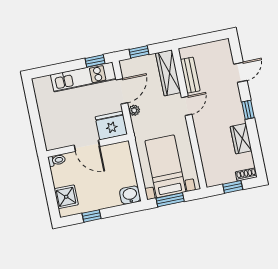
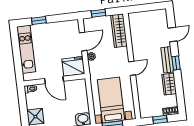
window: (95, 61) -> (39, 20), moved
bench: (190, 75) -> (167, 60), moved
kitchen unit: (83, 77) -> (26, 49), moved, turned -90
door: (187, 106) -> (132, 68), moved

